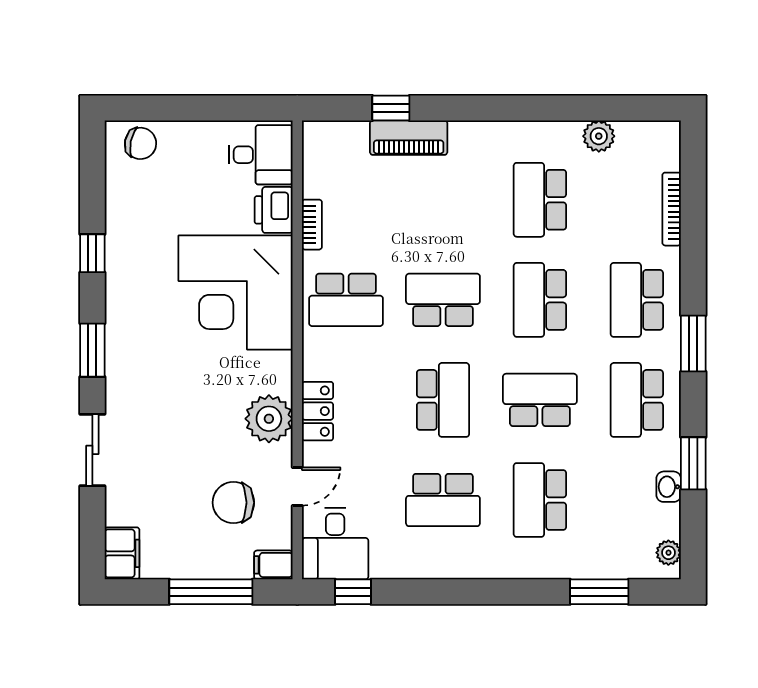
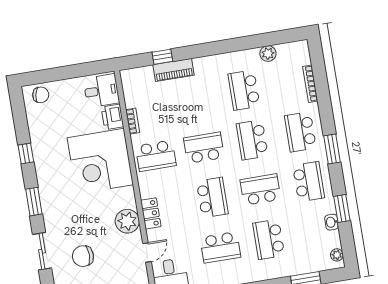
school desk: (637, 400) -> (309, 182), turned 180
chair: (233, 503) -> (83, 256), moved

